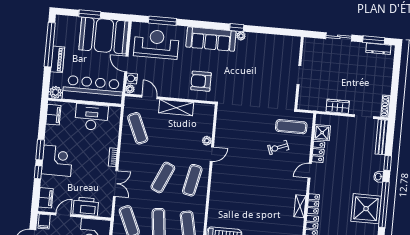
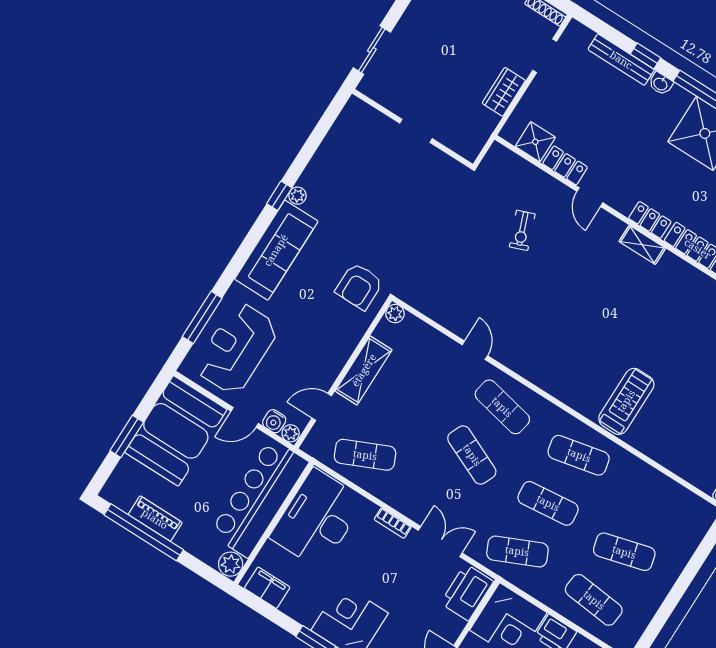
sliding door: (339, 37) -> (372, 50), moved
piano: (58, 59) -> (155, 519), moved
armchair: (201, 81) -> (359, 286), moved
desk: (91, 117) -> (317, 519), width x1.36, depth x1.30
exercise mat: (291, 127) -> (498, 190), removed
bench: (382, 137) -> (621, 60), moved
plant: (207, 141) -> (395, 314), moved
printer: (86, 207) -> (467, 592), moved

